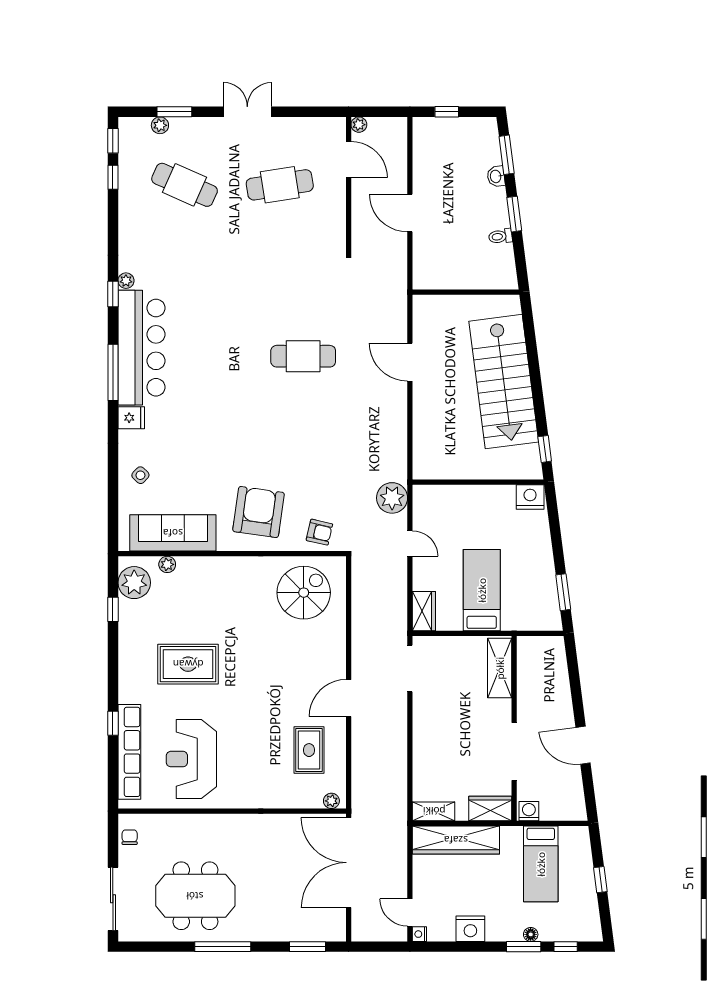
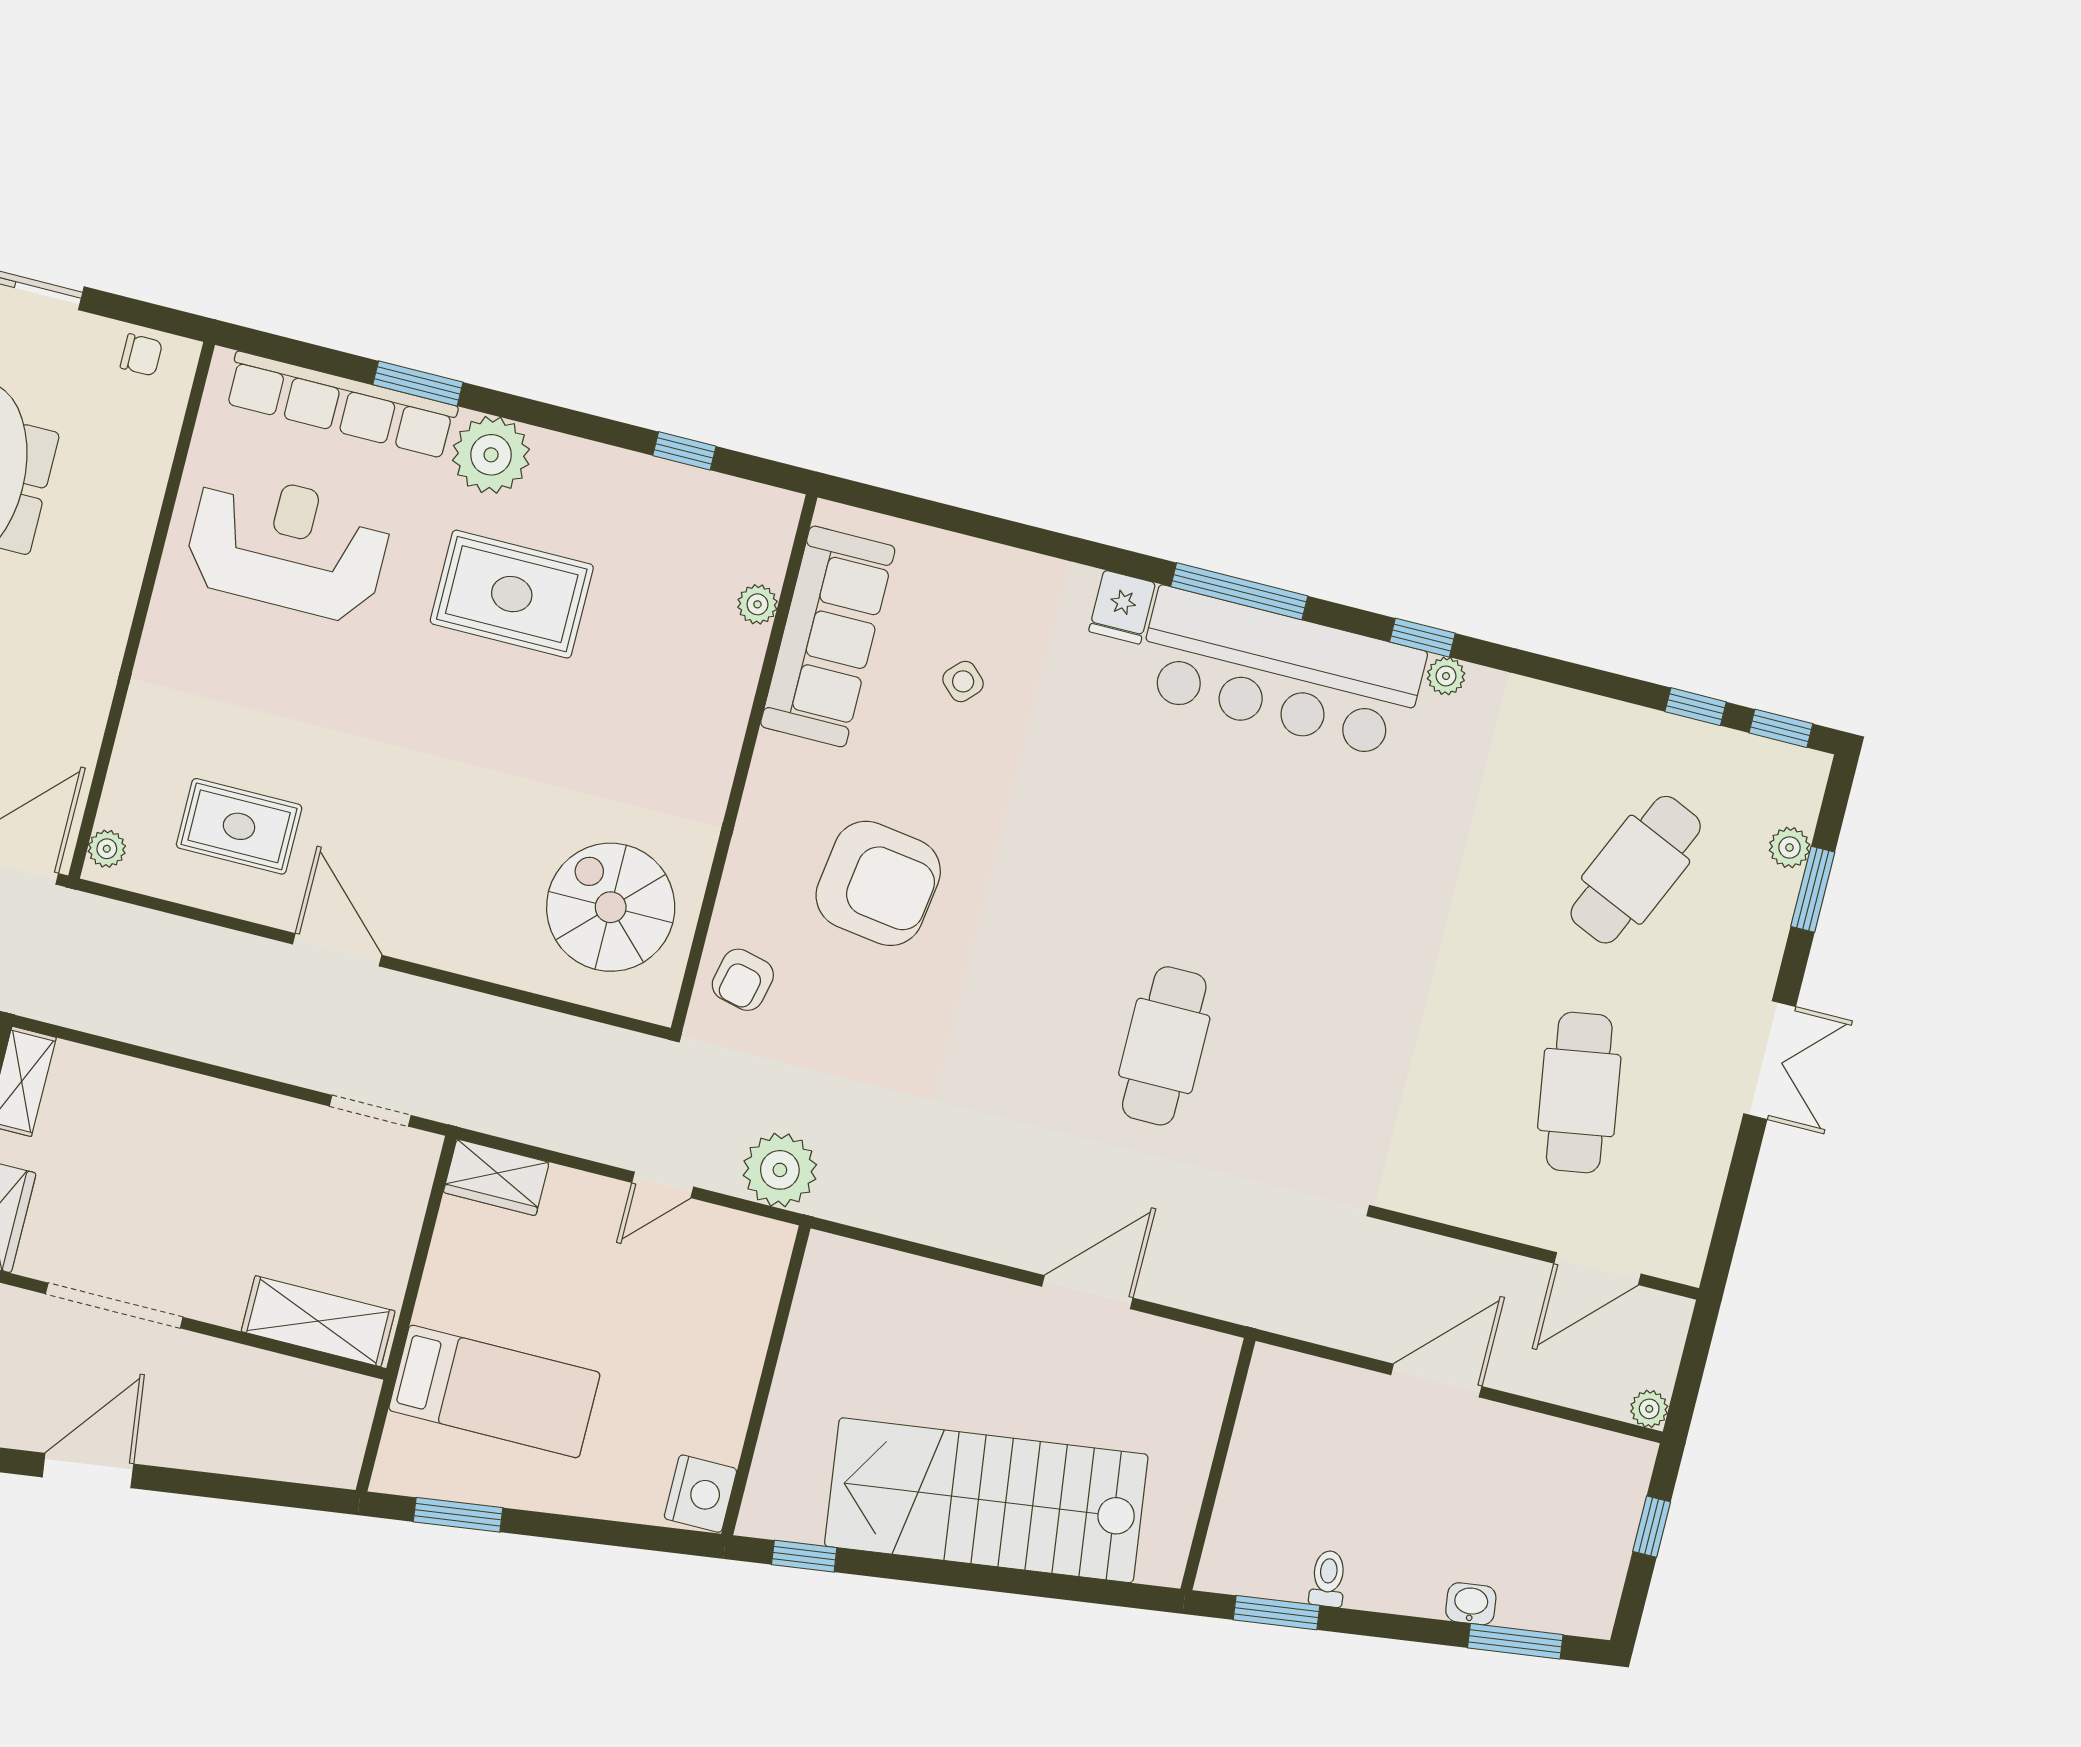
plant: (359, 125) -> (1649, 1409), moved
window: (514, 214) -> (1276, 1613), moved
side table: (140, 475) -> (963, 681), moved
armchair: (258, 512) -> (878, 883), moved
plant: (134, 583) -> (491, 455), moved
bed: (482, 590) -> (494, 1391), moved
spiral stairs: (304, 593) -> (611, 907), turned 180
rug: (188, 664) -> (512, 594), turned 90
doorway: (410, 668) -> (370, 1111), width x0.73
window: (113, 723) -> (418, 383), width x1.50

